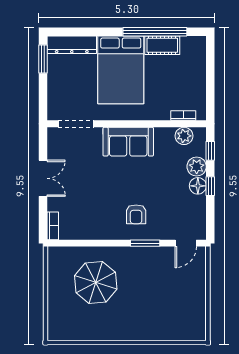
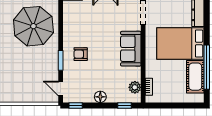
cot: (162, 45) -> (195, 77), width x1.37, depth x1.34
plant: (197, 167) -> (114, 96), removed
window: (210, 186) -> (76, 105), moved
parasol: (96, 282) -> (33, 26), width x1.36, depth x1.36

